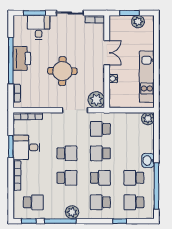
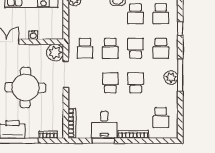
round table: (62, 71) -> (25, 88), width x1.36, depth x1.36
school desk: (33, 202) -> (161, 117), turned 180
window: (29, 221) -> (180, 122), removed
window: (60, 221) -> (180, 75), moved

